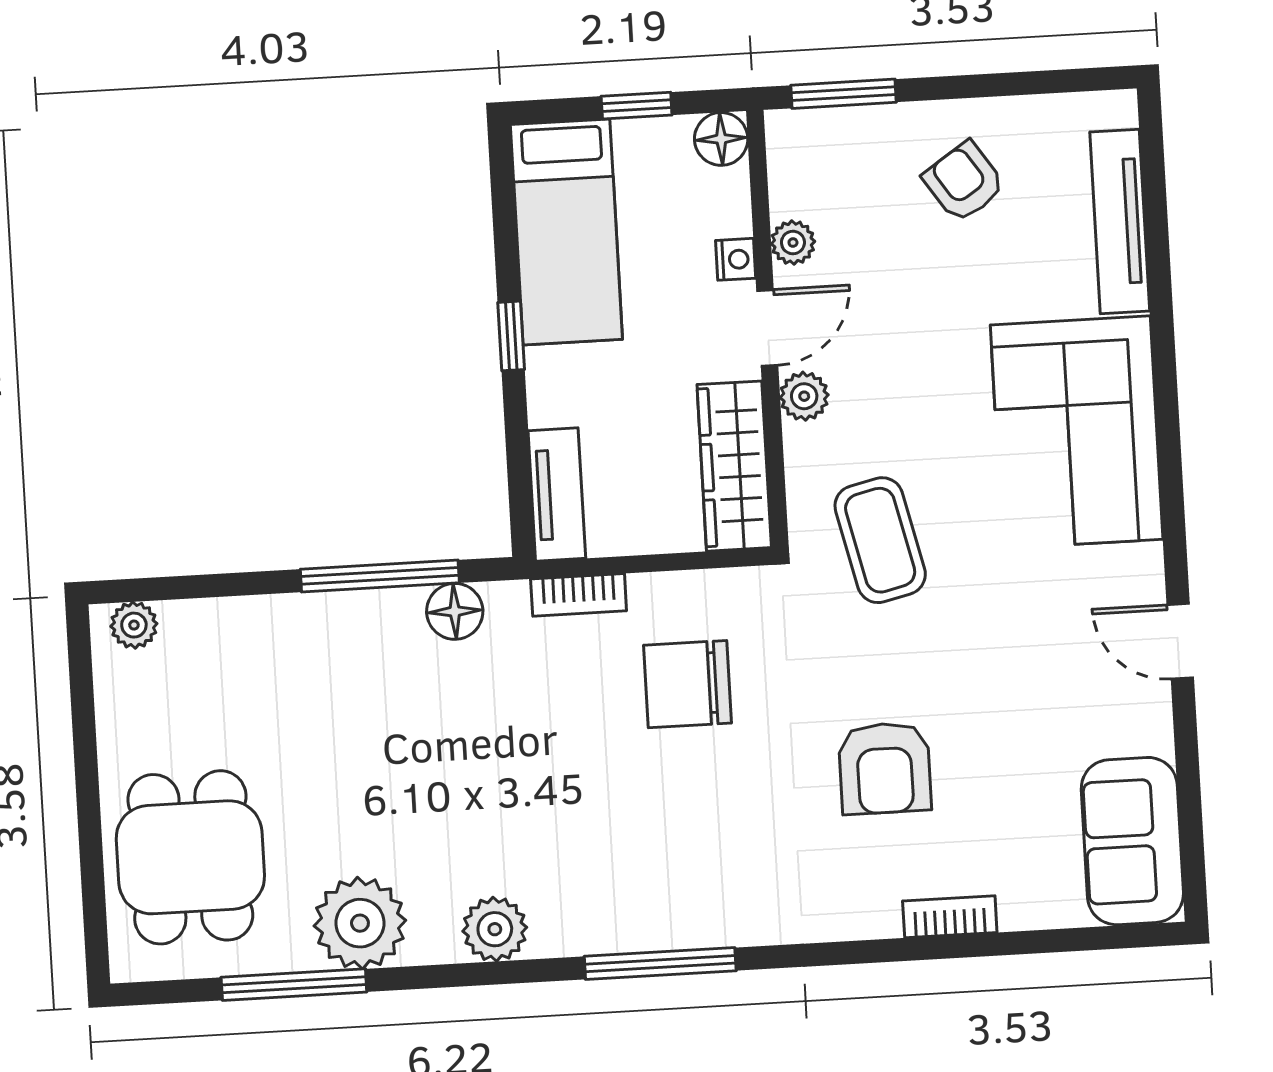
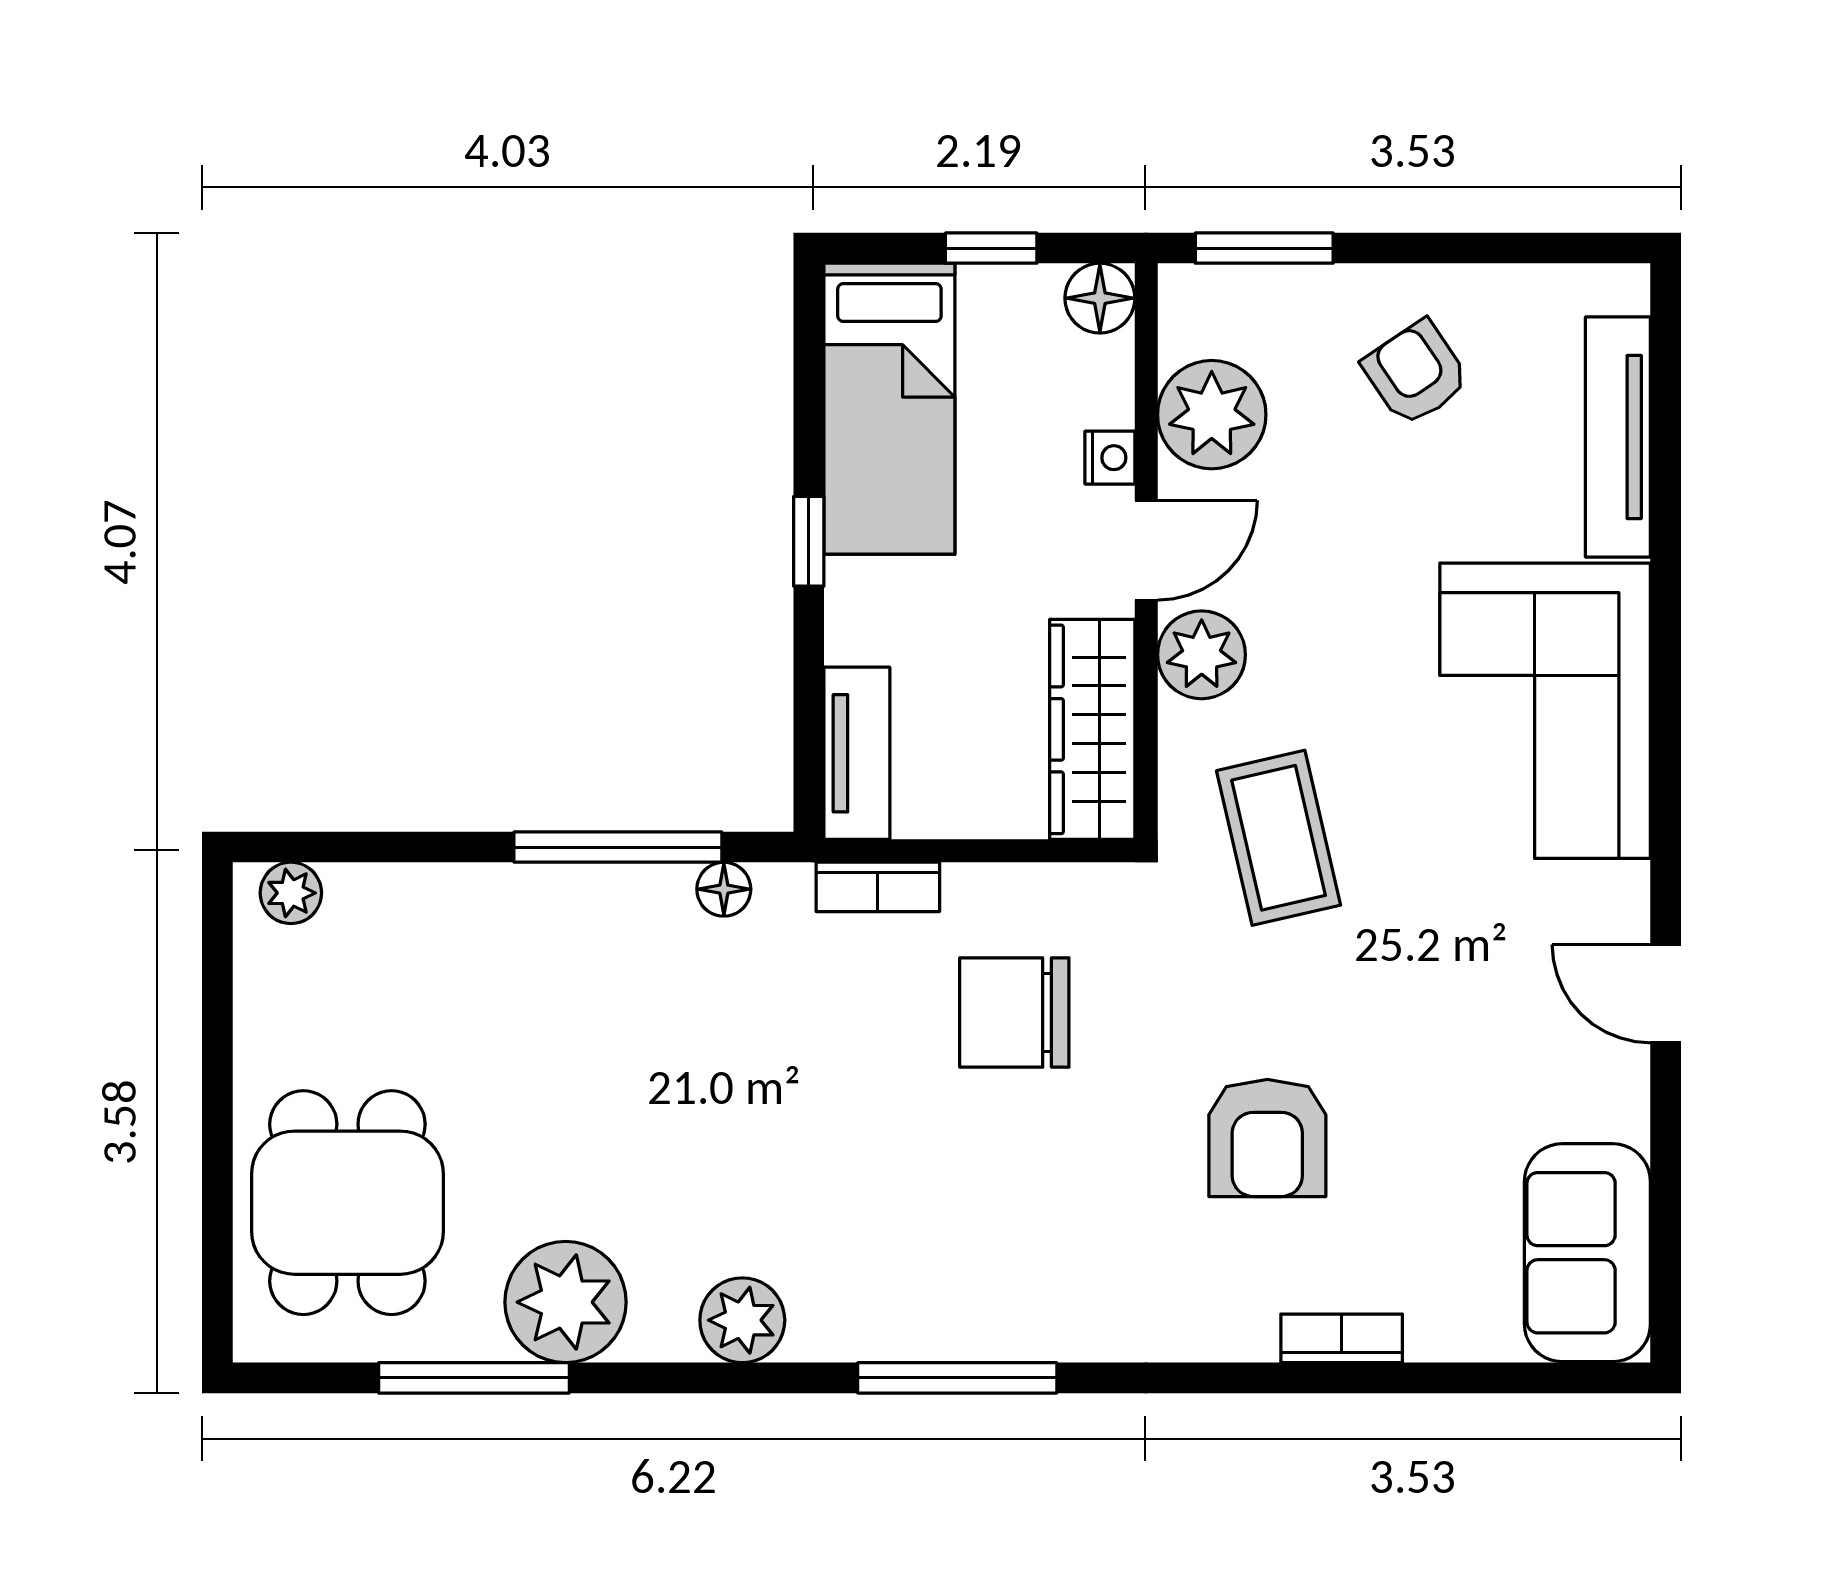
plant: (793, 243) -> (1212, 415), width x1.88, depth x1.88
plant: (804, 396) -> (1202, 655), width x1.38, depth x1.38
floor lamp: (455, 611) -> (724, 889), width x0.73, depth x0.73

